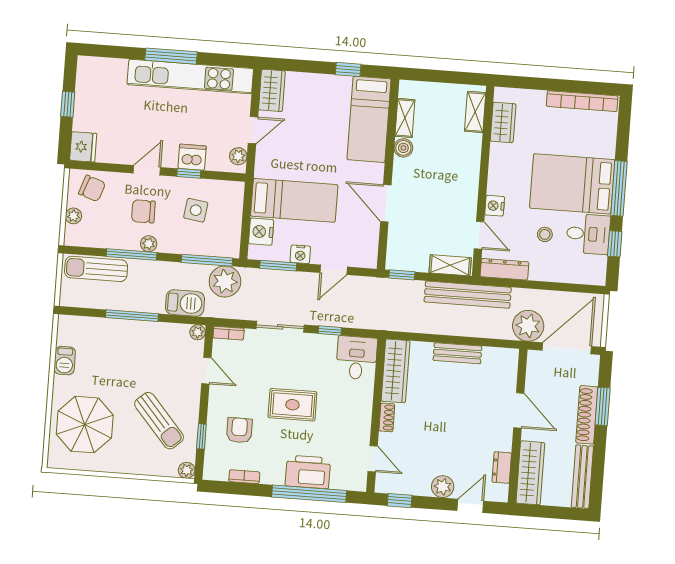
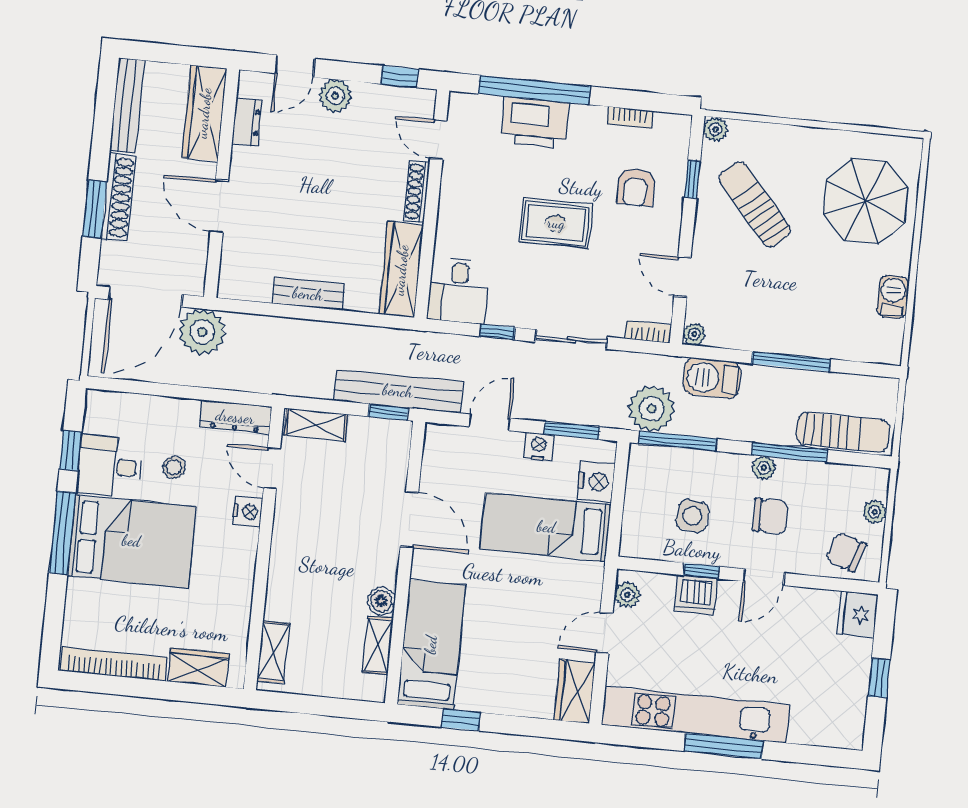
wardrobe: (503, 122) -> (198, 667), moved, turned 90
bench: (468, 295) -> (398, 391), moved
shoe rack: (387, 417) -> (417, 192), width x1.43

